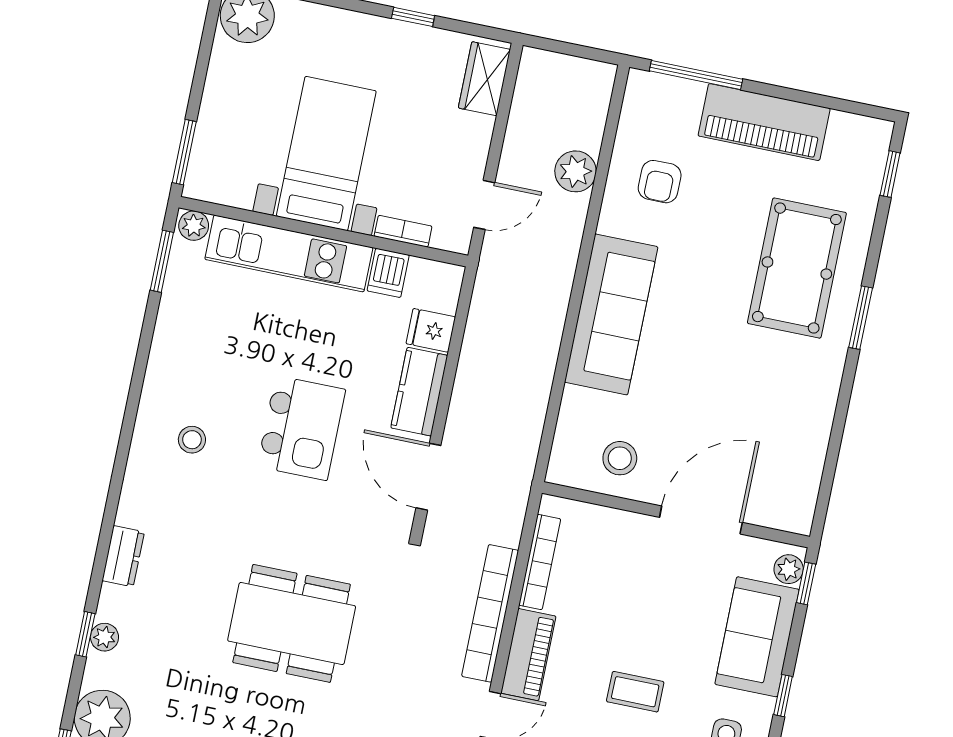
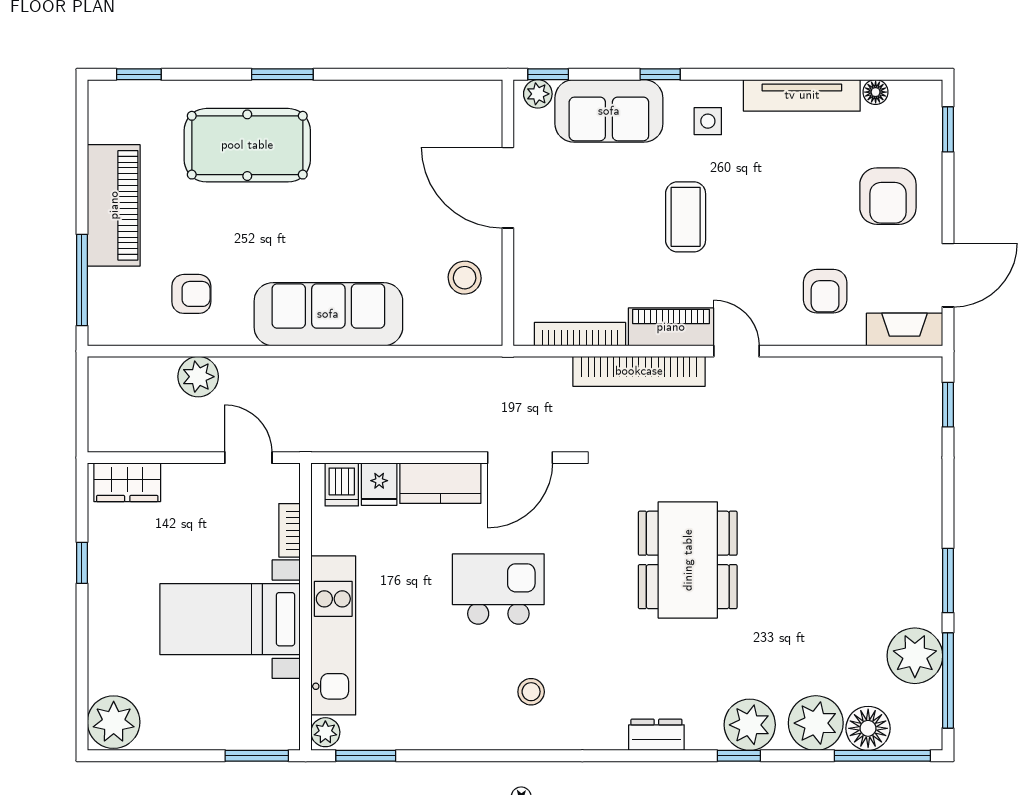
dishwasher: (388, 273) -> (342, 484), moved, turned 90
plant: (105, 637) -> (750, 725), width x1.88, depth x1.88
coffee table: (635, 692) -> (686, 217), width x1.36, depth x1.30

